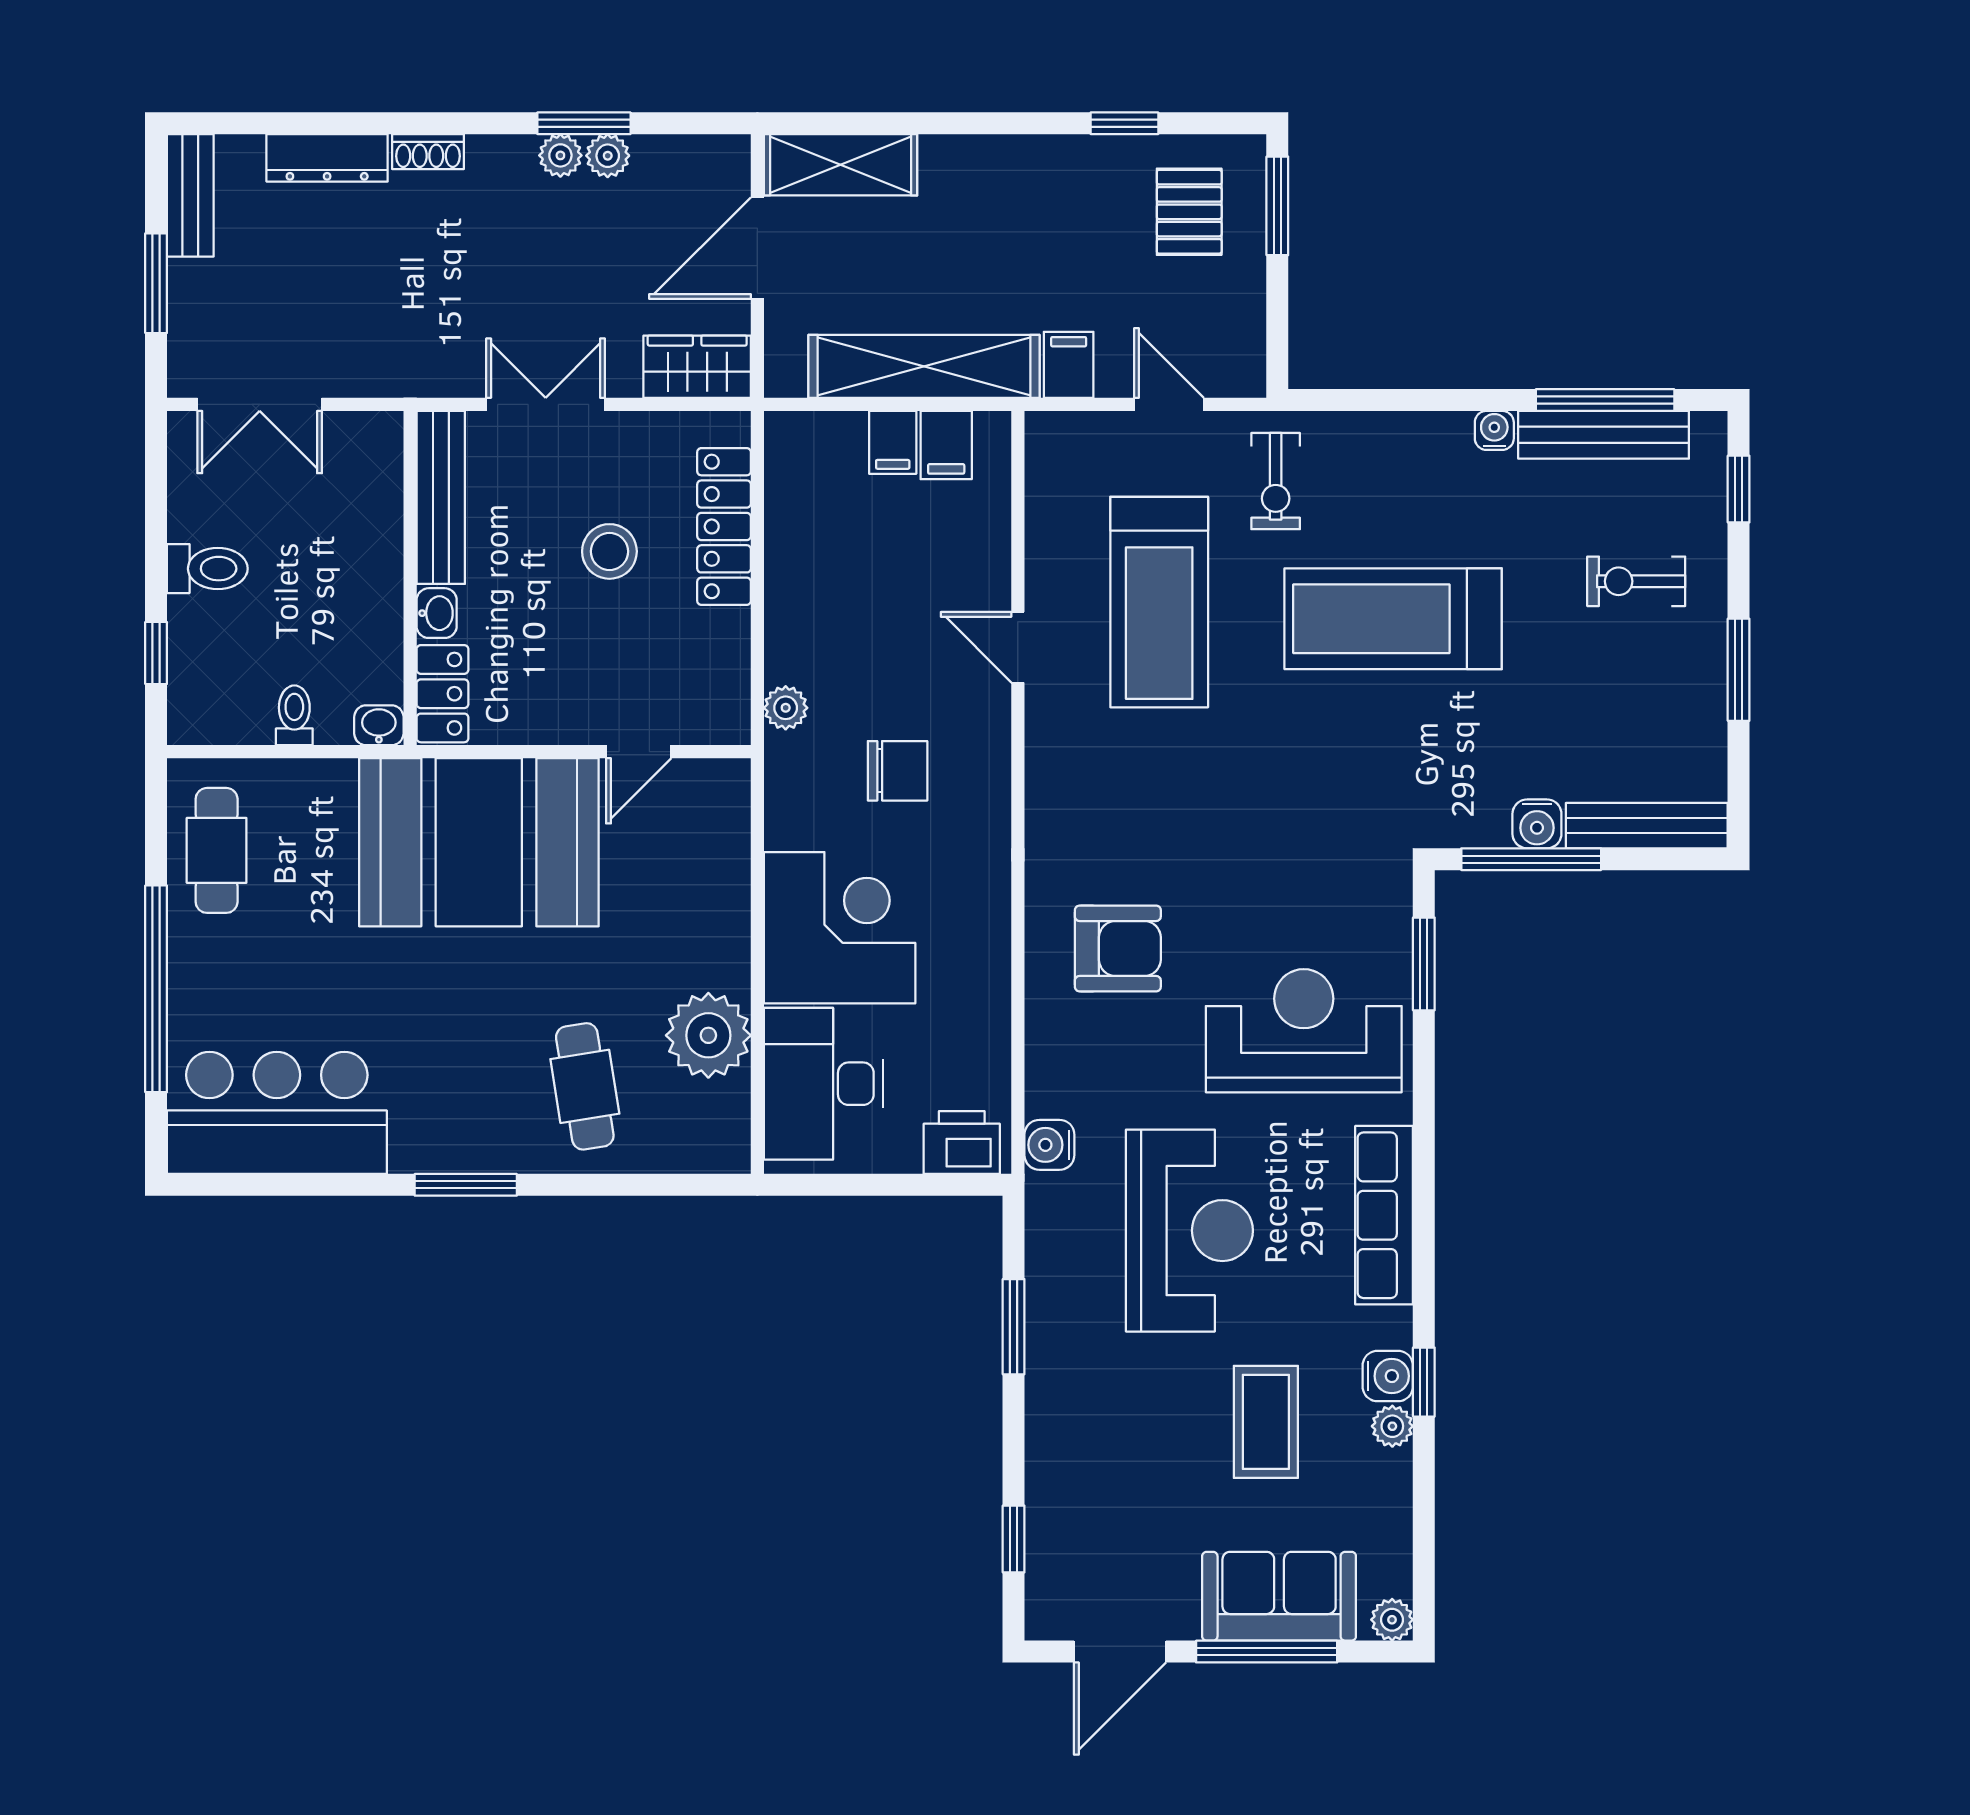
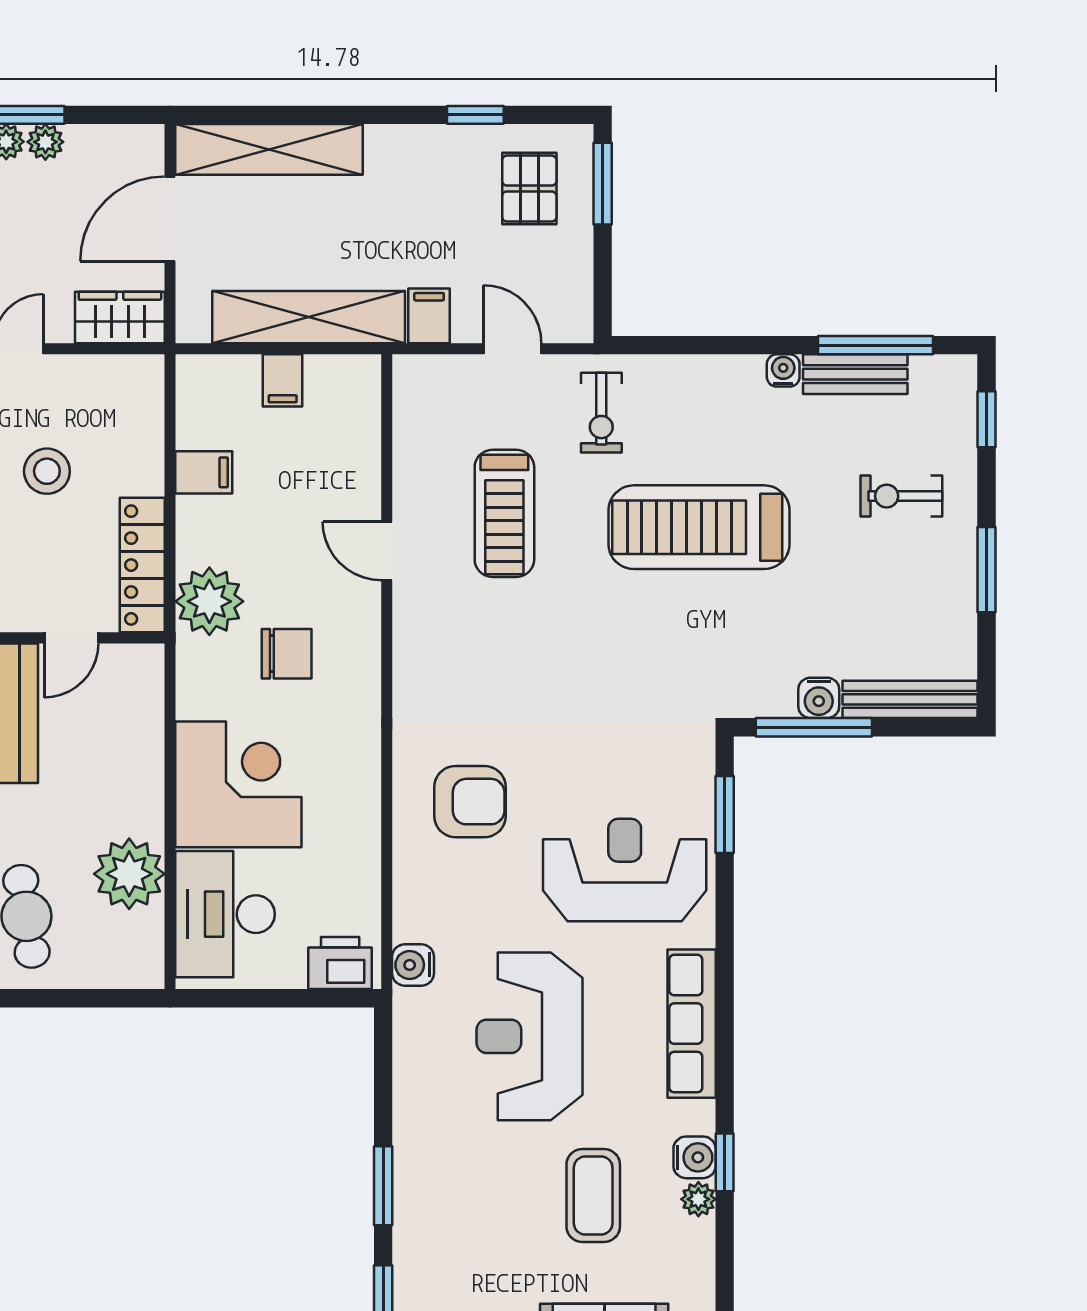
shelving: (841, 165) -> (269, 149), width x1.47
bench: (1604, 435) -> (855, 374), width x0.73
filing cabinet: (946, 445) -> (204, 472), moved, turned -90
locker: (724, 526) -> (142, 565), moved
treadmill: (1159, 602) -> (504, 513), width x0.73, depth x0.73
plant: (786, 708) -> (209, 601), width x1.88, depth x1.88
reception desk: (1189, 1231) -> (530, 1036), turned 180
window: (1014, 1327) -> (383, 1186), moved

